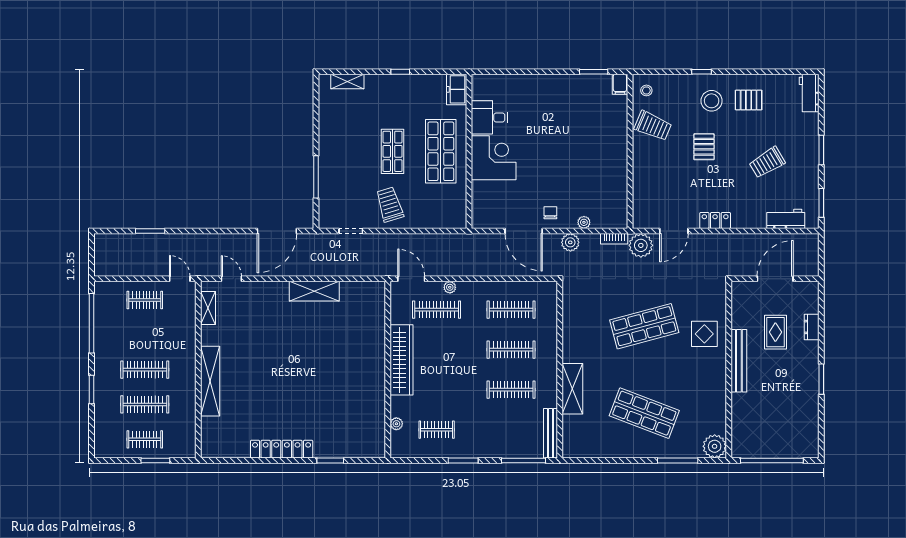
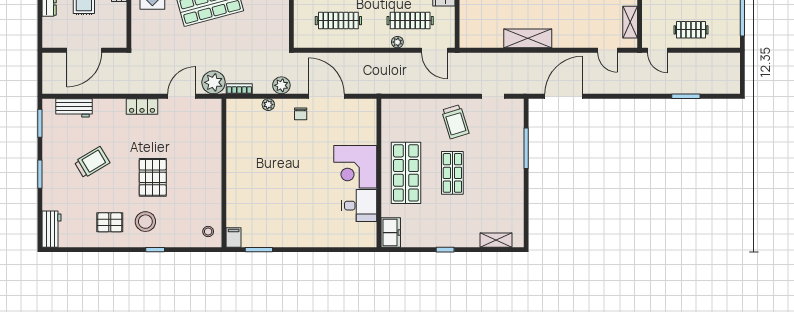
trolley: (653, 126) -> (202, 198), removed
pallet: (704, 147) -> (153, 177), width x1.50, depth x1.42

